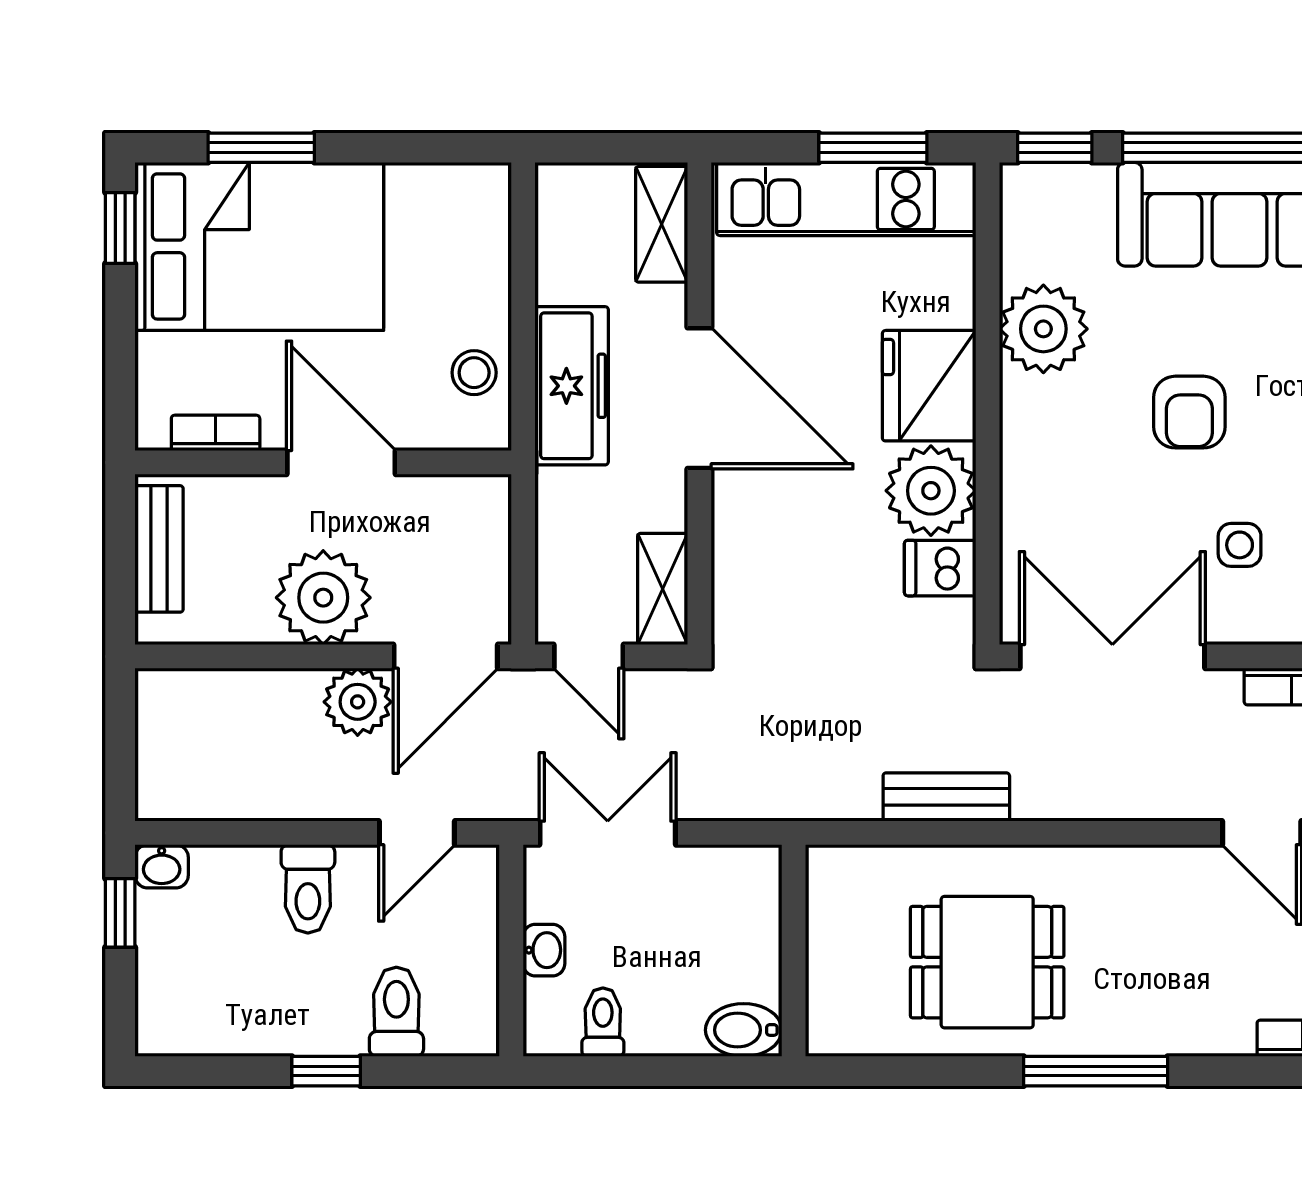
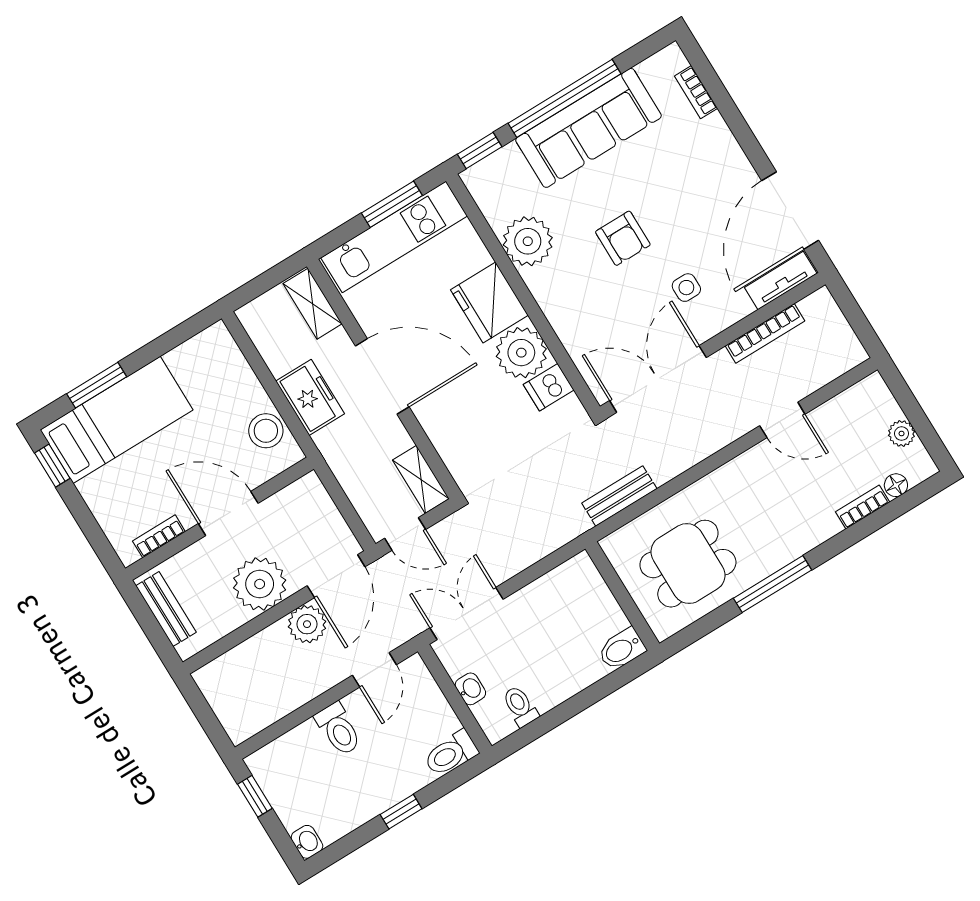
bed: (259, 246) -> (117, 420), width x0.67
stool: (474, 373) -> (266, 431), width x1.37, depth x1.37
freezer: (572, 386) -> (310, 397), width x0.71
washbasin: (162, 866) -> (307, 842), moved, turned -90
wall: (794, 951) -> (622, 596), moved
toilet: (396, 1012) -> (451, 753), moved, turned -90
bidet: (744, 1030) -> (622, 649), moved

